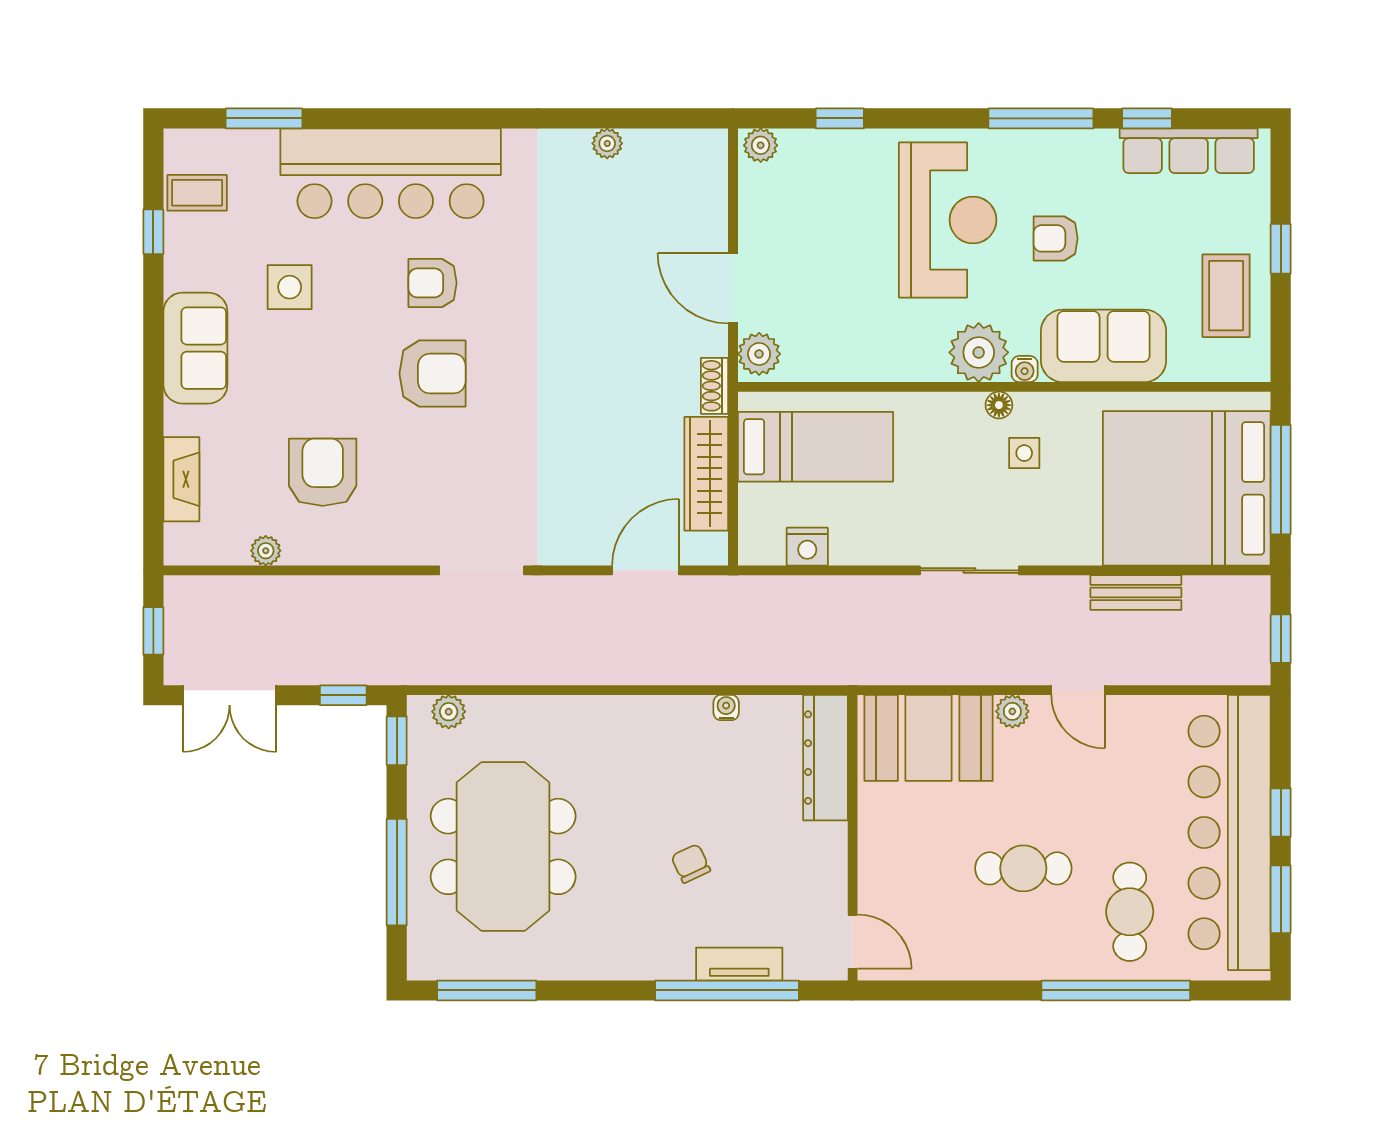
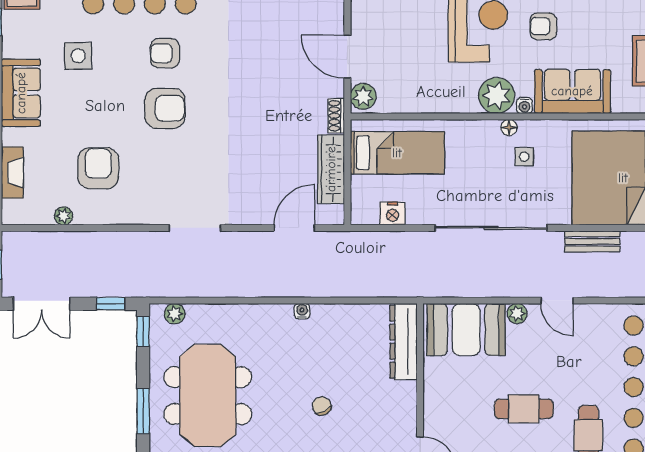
sliding door: (969, 570) -> (491, 228), width x1.86
water cooler: (726, 708) -> (302, 311), moved
window: (397, 872) -> (143, 411), width x0.69

